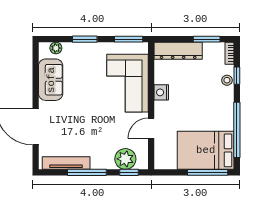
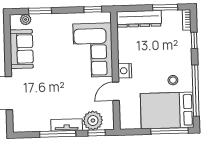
window: (85, 39) -> (40, 11), moved
window: (129, 39) -> (93, 9), width x0.67
stool: (227, 80) -> (173, 80), moved
nightstand: (161, 92) -> (125, 71), moved
tv unit: (66, 163) -> (67, 125), moved, width x0.71

